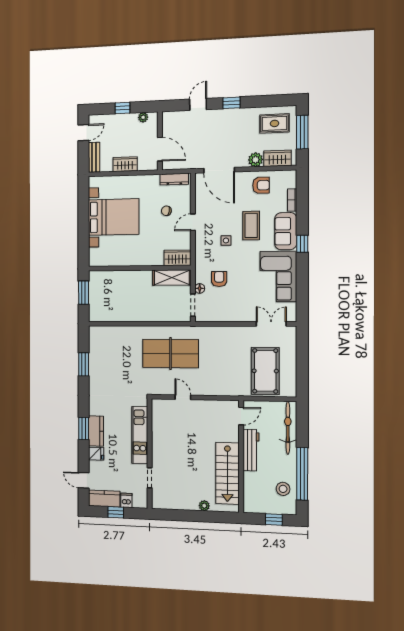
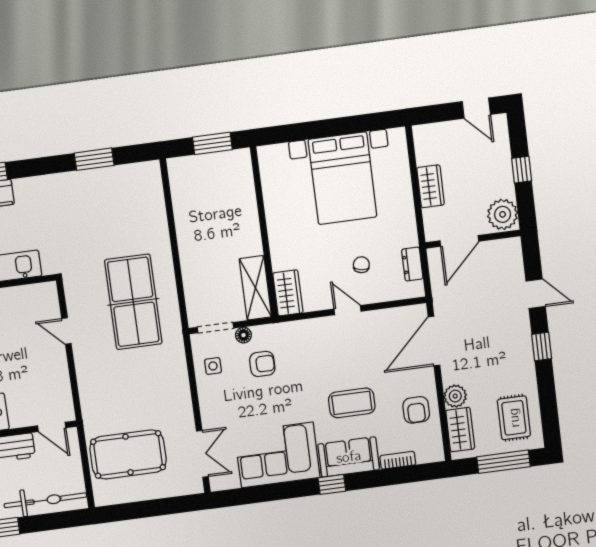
plant: (143, 117) -> (503, 214), width x1.88, depth x1.88
bench: (94, 157) -> (437, 132), removed
dresser: (174, 179) -> (412, 264), width x0.70
side table: (226, 240) -> (213, 366), moved
door: (183, 397) -> (66, 331), swing flipped

